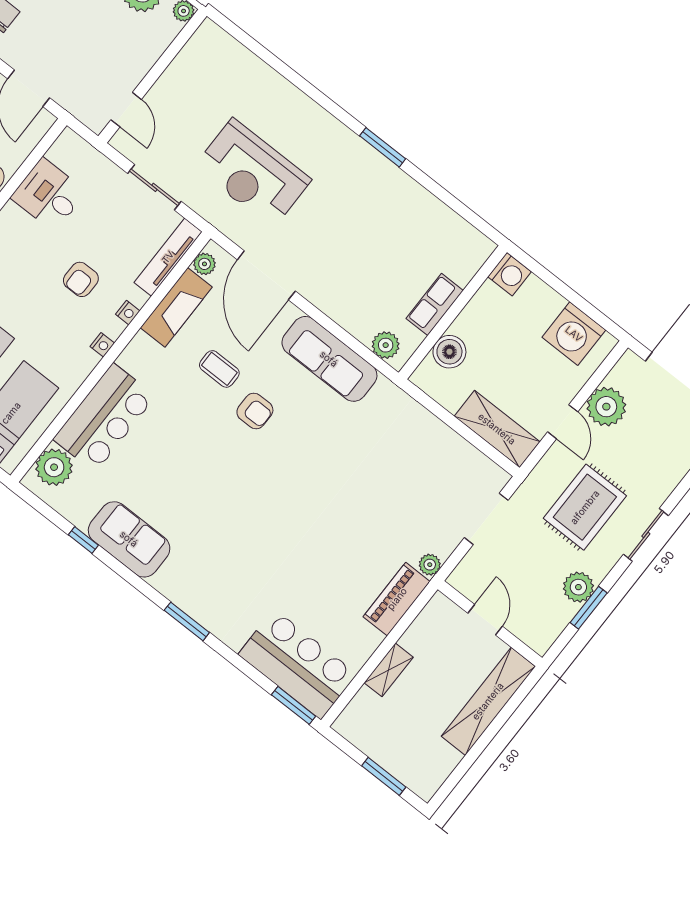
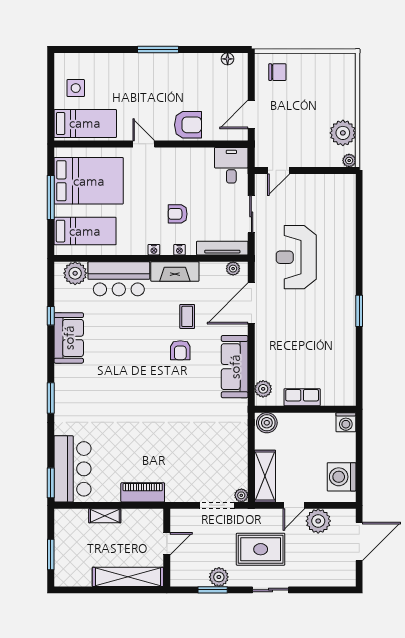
desk: (49, 195) -> (231, 165), moved
fireplace: (176, 307) -> (175, 272), moved
boiler: (449, 352) -> (267, 423), moved
plant: (430, 565) -> (241, 495), moved

